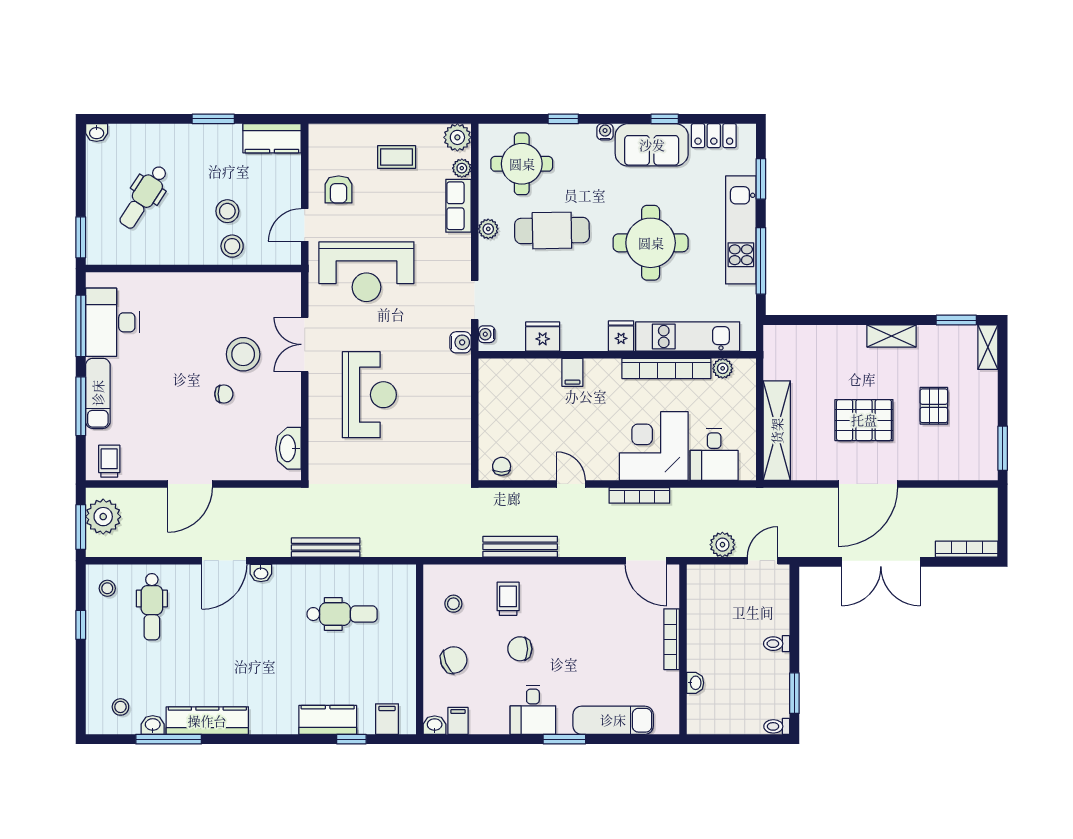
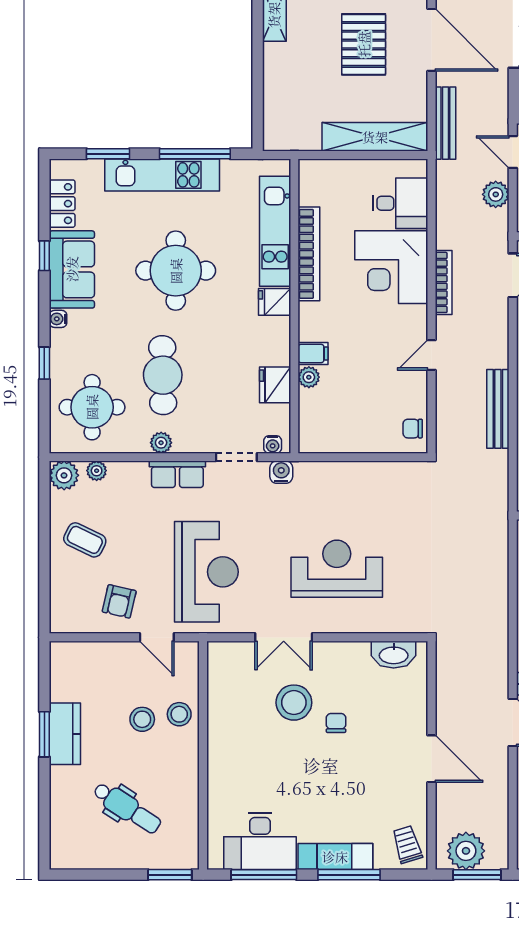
washbasin: (97, 133) -> (59, 858), removed
kitchen counter: (272, 138) -> (65, 734), moved
coffee table: (397, 157) -> (85, 540), turned -64
armchair: (339, 189) -> (119, 601), turned 103
row of seats: (458, 206) -> (177, 474), moved
plant: (723, 368) -> (309, 377), moved
trolley: (109, 461) -> (407, 844), turned 73
bench: (326, 548) -> (445, 123), moved

